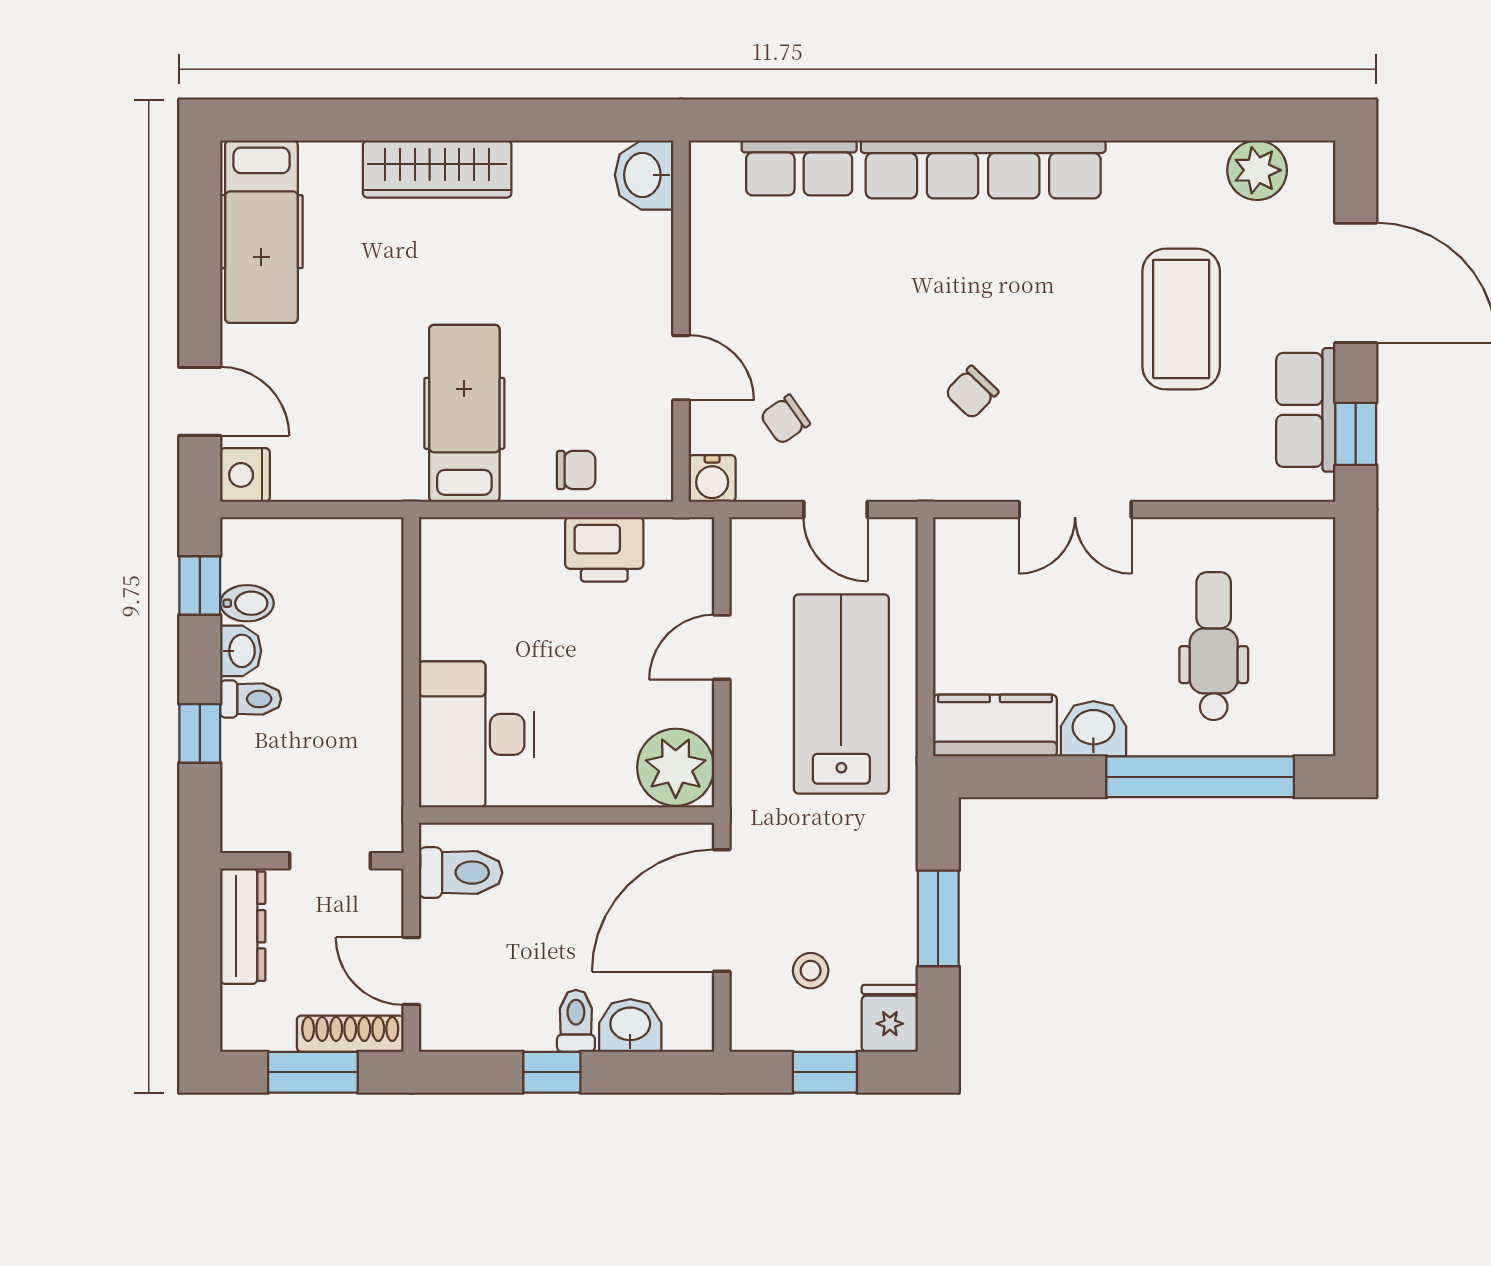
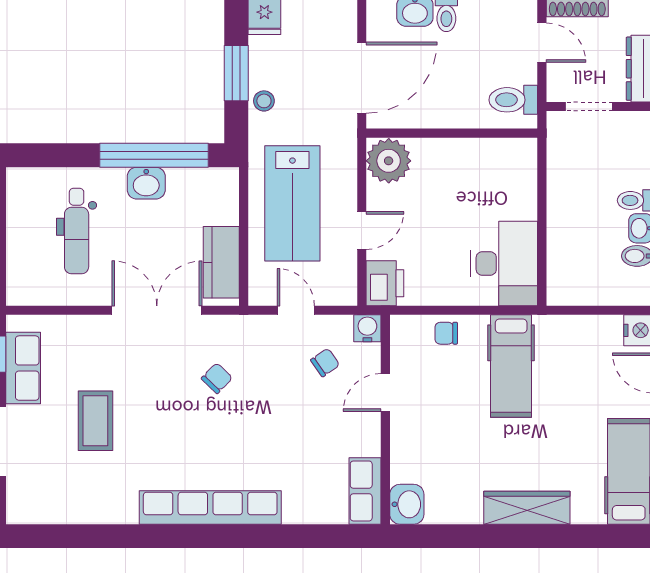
row of seats: (799, 168) -> (365, 491), moved, turned -90
plant: (1257, 170) -> (51, 507), removed
coffee table: (1181, 319) -> (95, 421), width x0.73, depth x0.76
door: (681, 368) -> (385, 393), hinge flipped
double door: (1075, 509) -> (157, 310), width x1.37
printer: (604, 549) -> (385, 283), moved, turned 90
kitchen counter: (995, 726) -> (221, 262), moved, turned 90
desk: (476, 734) -> (504, 264), moved
window: (1200, 777) -> (154, 155), moved
stool: (811, 971) -> (264, 101), moved

